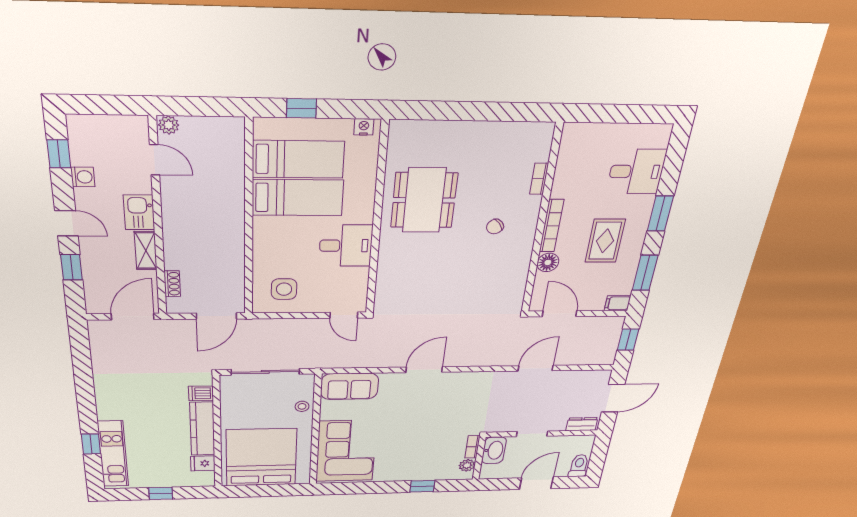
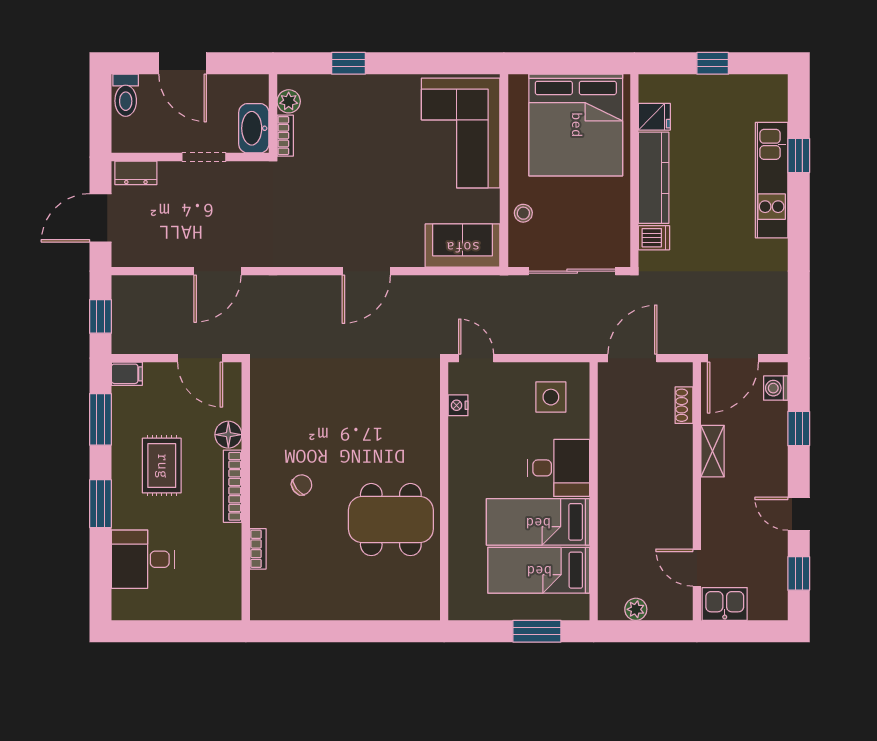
window: (301, 108) -> (537, 631), width x1.50
plant: (169, 125) -> (636, 609), moved
nightstand: (364, 127) -> (458, 405), moved, turned 90
washing machine: (83, 177) -> (776, 388), moved
dining table: (424, 200) -> (391, 520), turned 90
kitchen sink: (139, 212) -> (725, 604), moved, turned -90
door: (67, 223) -> (799, 514), moved
desk: (346, 246) -> (559, 468), moved, turned 180
kitchen unit: (113, 454) -> (772, 180), moved
door: (536, 483) -> (183, 63), hinge flipped

